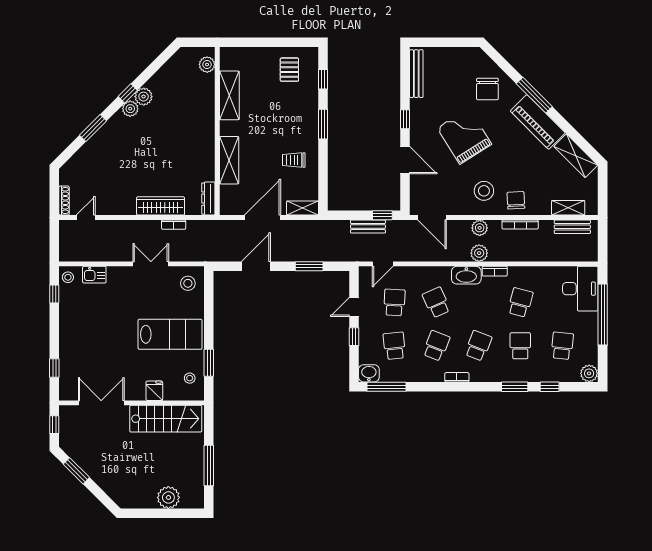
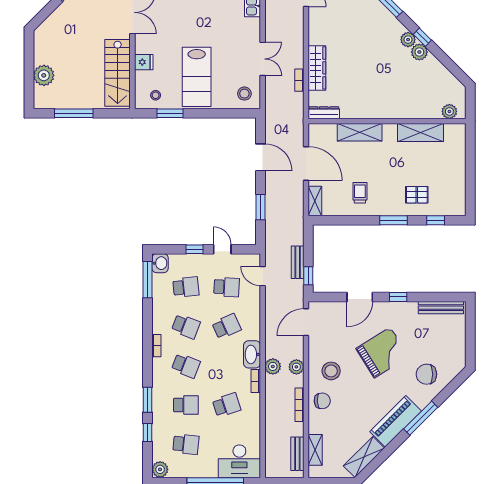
pallet: (289, 70) -> (417, 195), moved
school desk: (520, 302) -> (226, 405), turned -33

